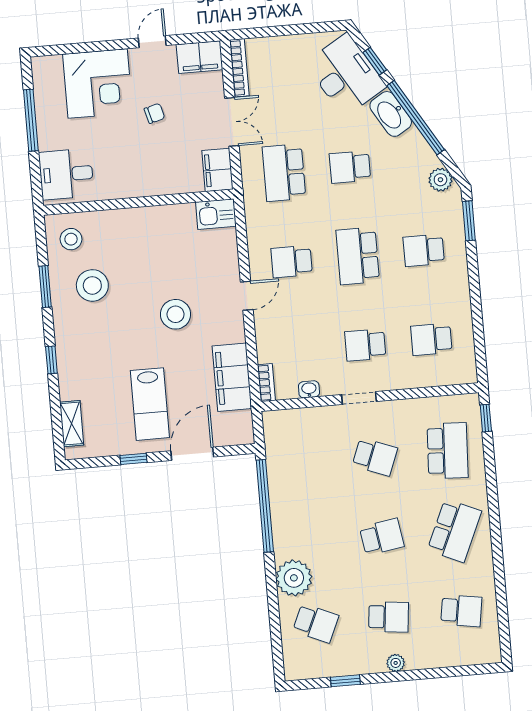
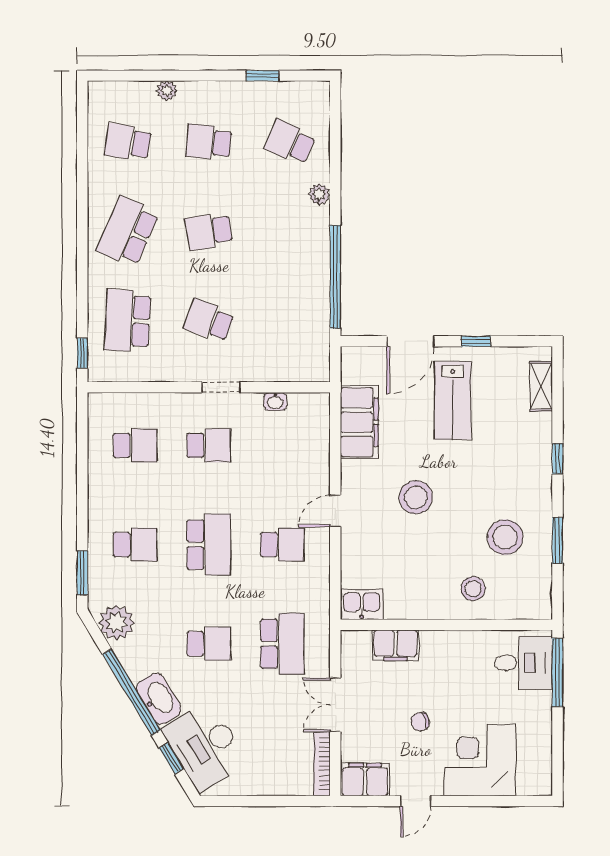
window: (31, 120) -> (557, 672), moved
filing cabinet: (217, 170) -> (395, 645), moved, turned 90
plant: (440, 180) -> (116, 623), width x1.36, depth x1.36
stool: (71, 239) -> (473, 589), moved
bookcase: (266, 383) -> (322, 413), removed
lab bench: (150, 404) -> (453, 400), turned 180
plant: (294, 578) -> (319, 194), width x0.53, depth x0.53
plant: (396, 663) -> (167, 91), moved

